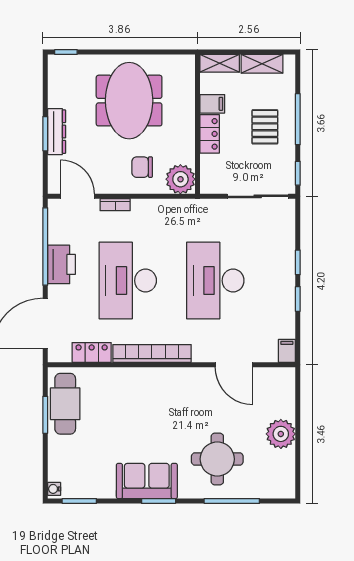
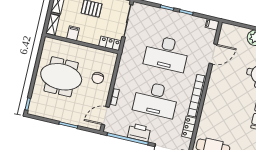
dresser: (57, 132) -> (69, 119), removed
locker: (210, 134) -> (110, 43), moved
plant: (180, 179) -> (109, 59), removed

